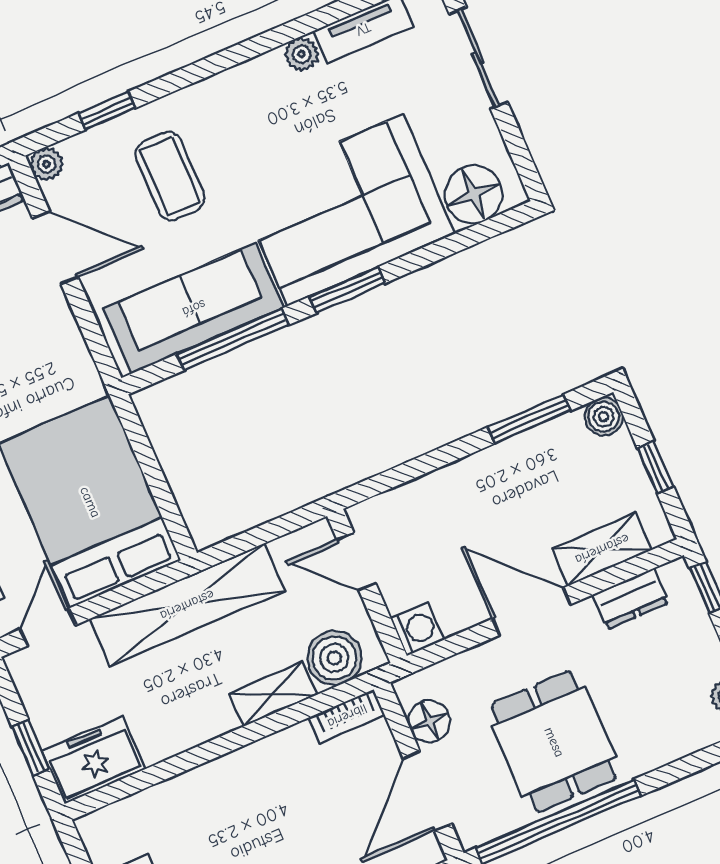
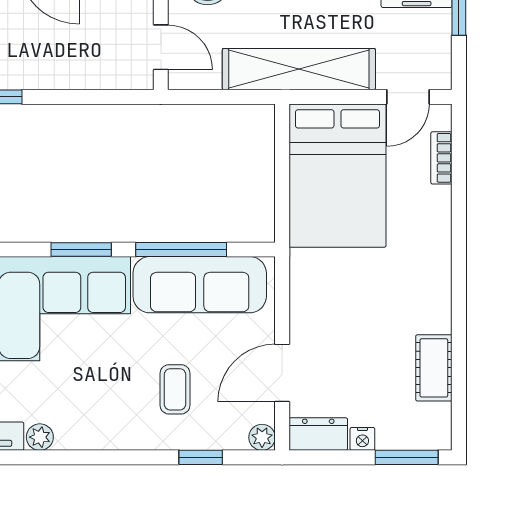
coffee table: (170, 176) -> (175, 389), width x0.73, depth x0.77
door: (55, 248) -> (282, 373), hinge flipped

